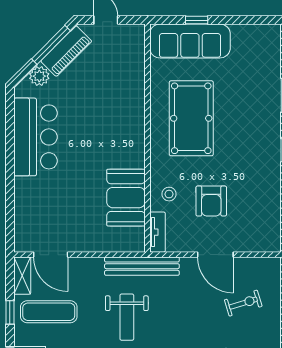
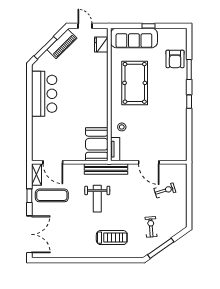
window: (197, 20) -> (148, 26), moved
window: (51, 45) -> (45, 48), moved
fridge: (134, 52) -> (101, 44), added
plant: (39, 76) -> (46, 58), removed
booth: (126, 198) -> (97, 144), moved
armchair: (211, 201) -> (175, 59), moved

